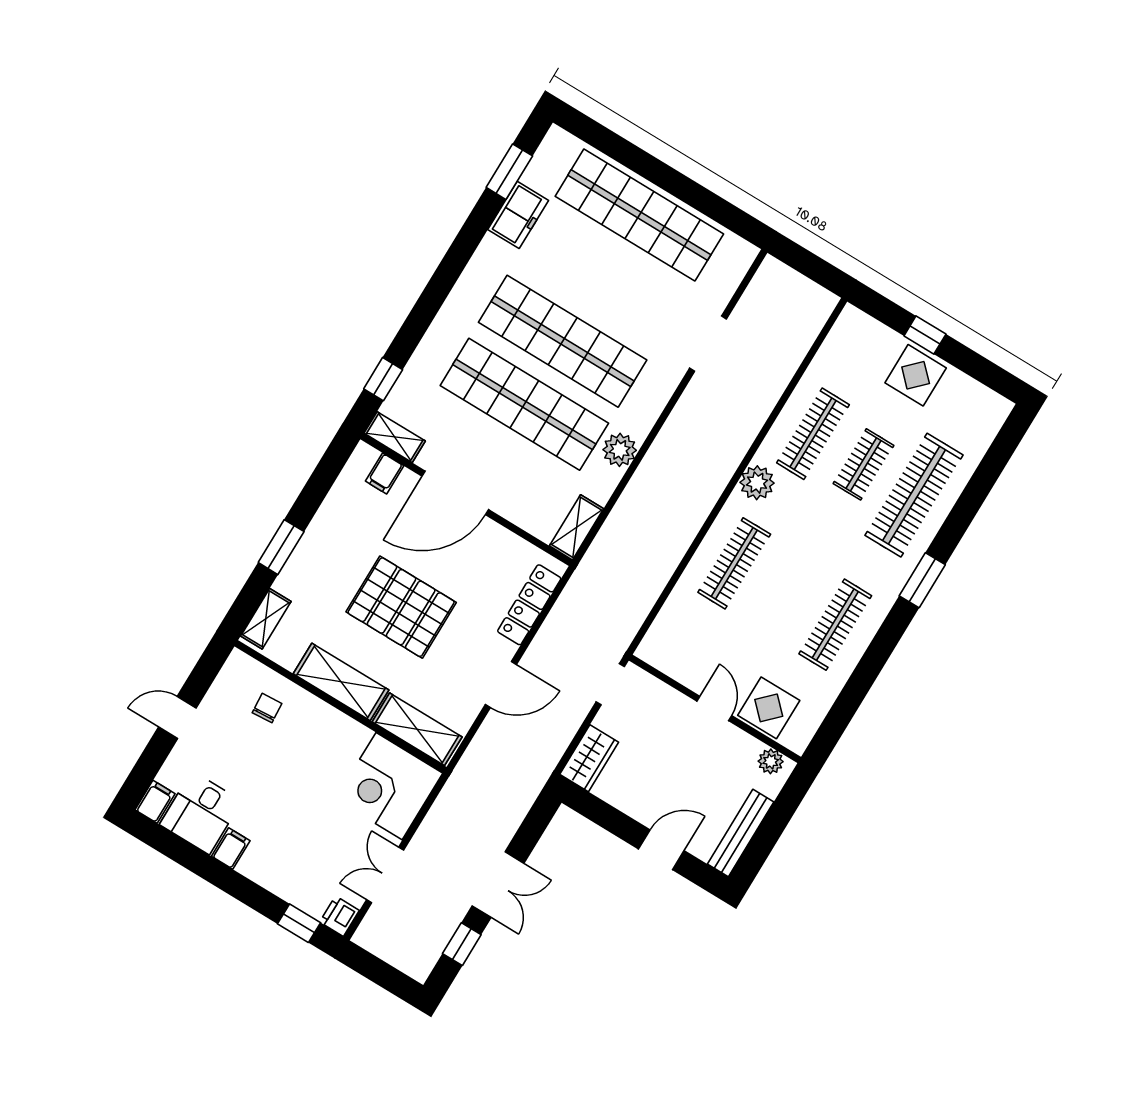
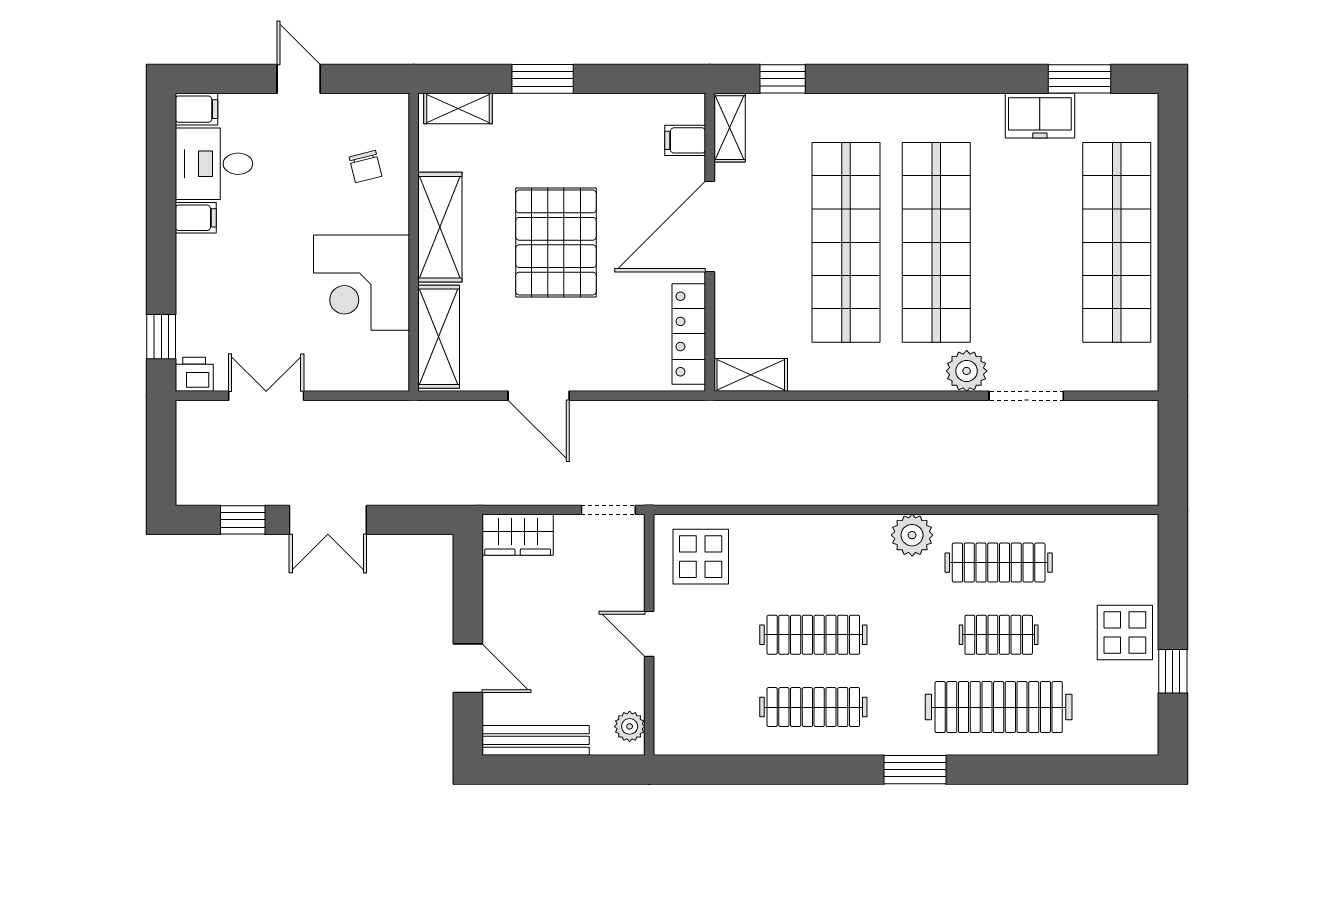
window: (925, 335) -> (1173, 671), moved
plant: (620, 450) -> (967, 371), moved
door: (455, 493) -> (710, 226), hinge flipped
clothes rail: (734, 563) -> (813, 635), moved
locker: (529, 605) -> (689, 334), moved, turned -90
chair: (267, 708) -> (365, 167), turned 80
door: (714, 708) -> (649, 634), swing flipped
display table: (769, 708) -> (701, 557), moved
corner desk: (389, 786) -> (362, 283), moved, turned -90

